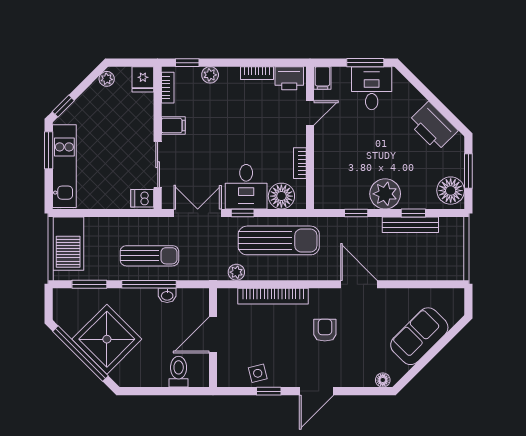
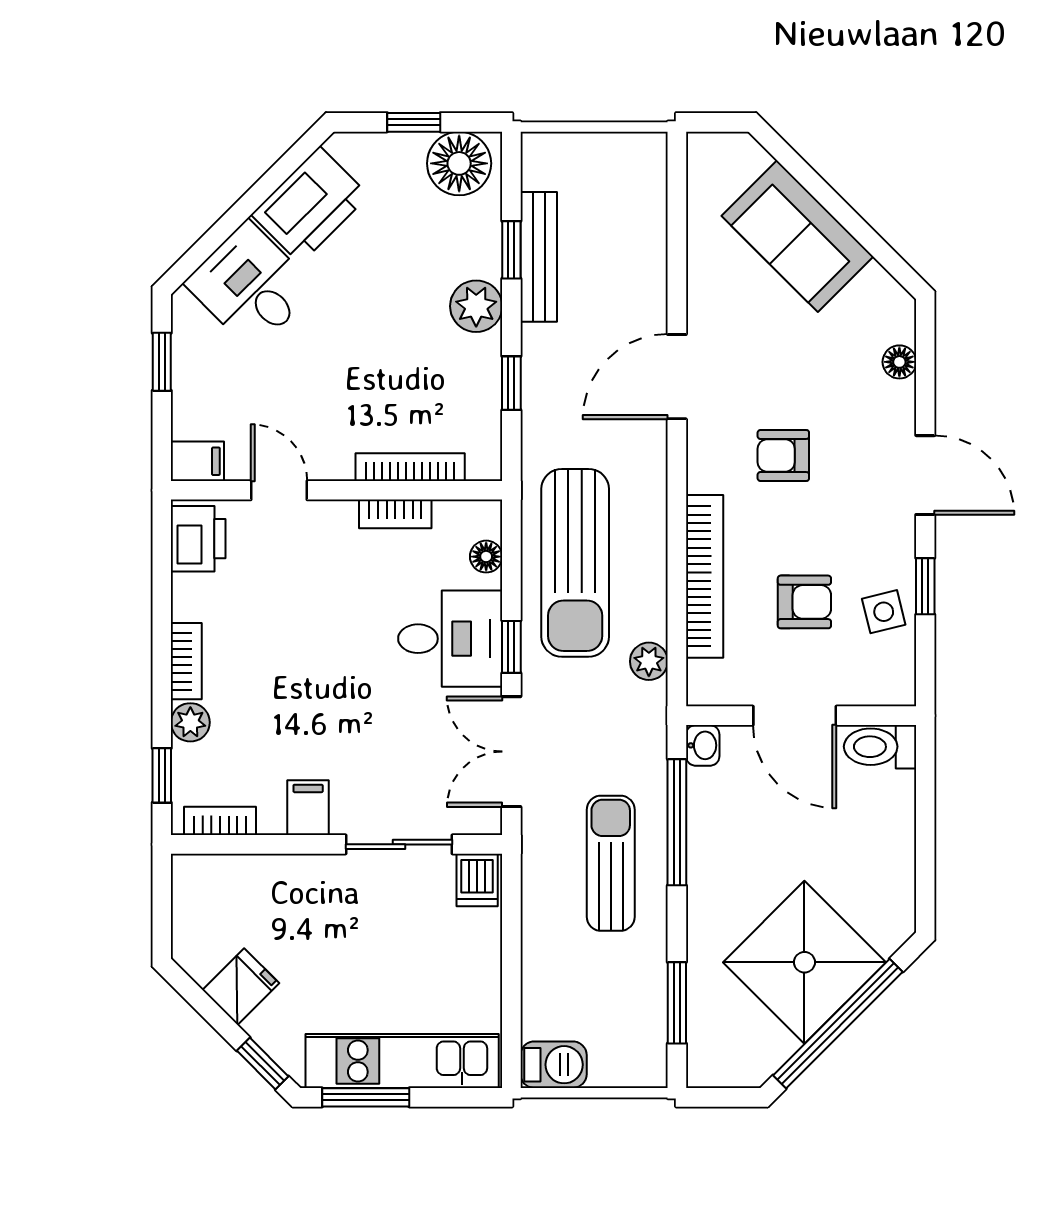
window: (365, 63) -> (162, 362), width x0.67
bookcase: (257, 73) -> (186, 661), moved
plant: (107, 79) -> (200, 963), removed
fridge: (143, 79) -> (241, 987), moved, turned -45
desk: (372, 88) -> (251, 286), moved, turned 45
bookcase: (320, 169) -> (410, 467), added
window: (468, 171) -> (414, 122), width x0.67
plant: (385, 194) -> (476, 306), width x0.73, depth x0.73
floor lamp: (281, 196) -> (486, 557), width x0.53, depth x0.53
sun lounger: (279, 240) -> (575, 563), turned 180
barbecue: (68, 244) -> (554, 1065), width x0.53, depth x0.65
window: (149, 284) -> (677, 822), moved
washbasin: (167, 295) -> (703, 745), moved
armchair: (262, 339) -> (804, 602), added
toilet: (179, 372) -> (880, 747), moved
floor lamp: (383, 380) -> (899, 362), moved

